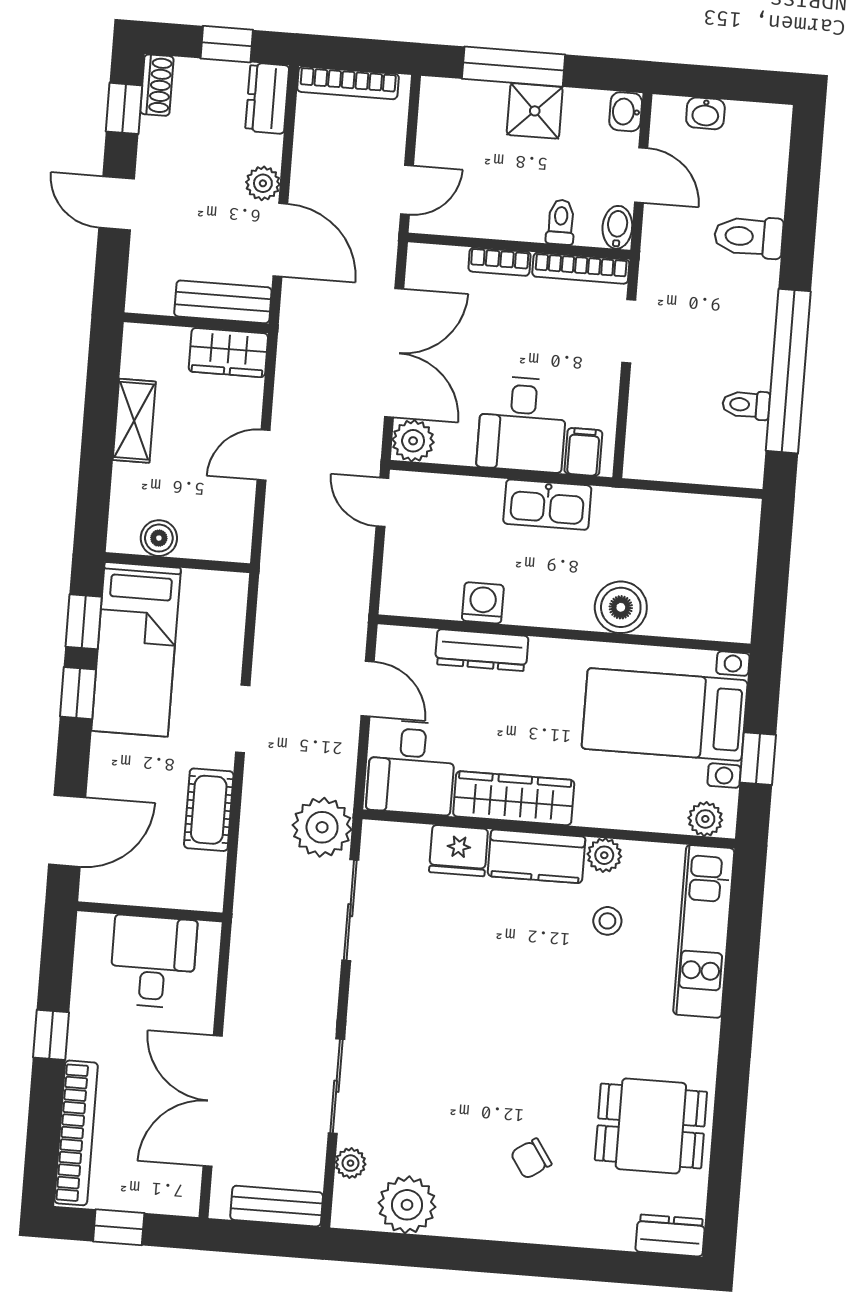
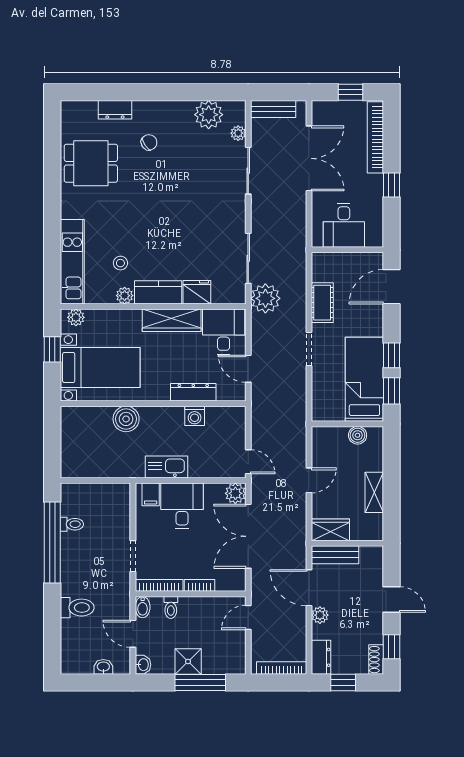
dresser: (670, 1235) -> (115, 110), moved

